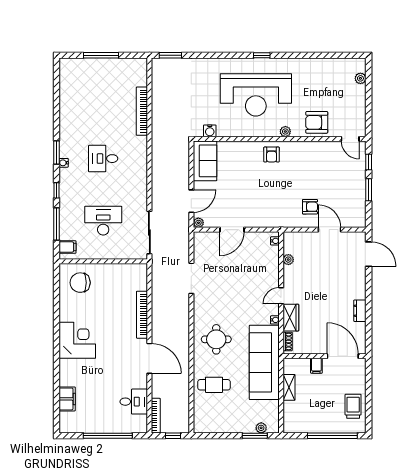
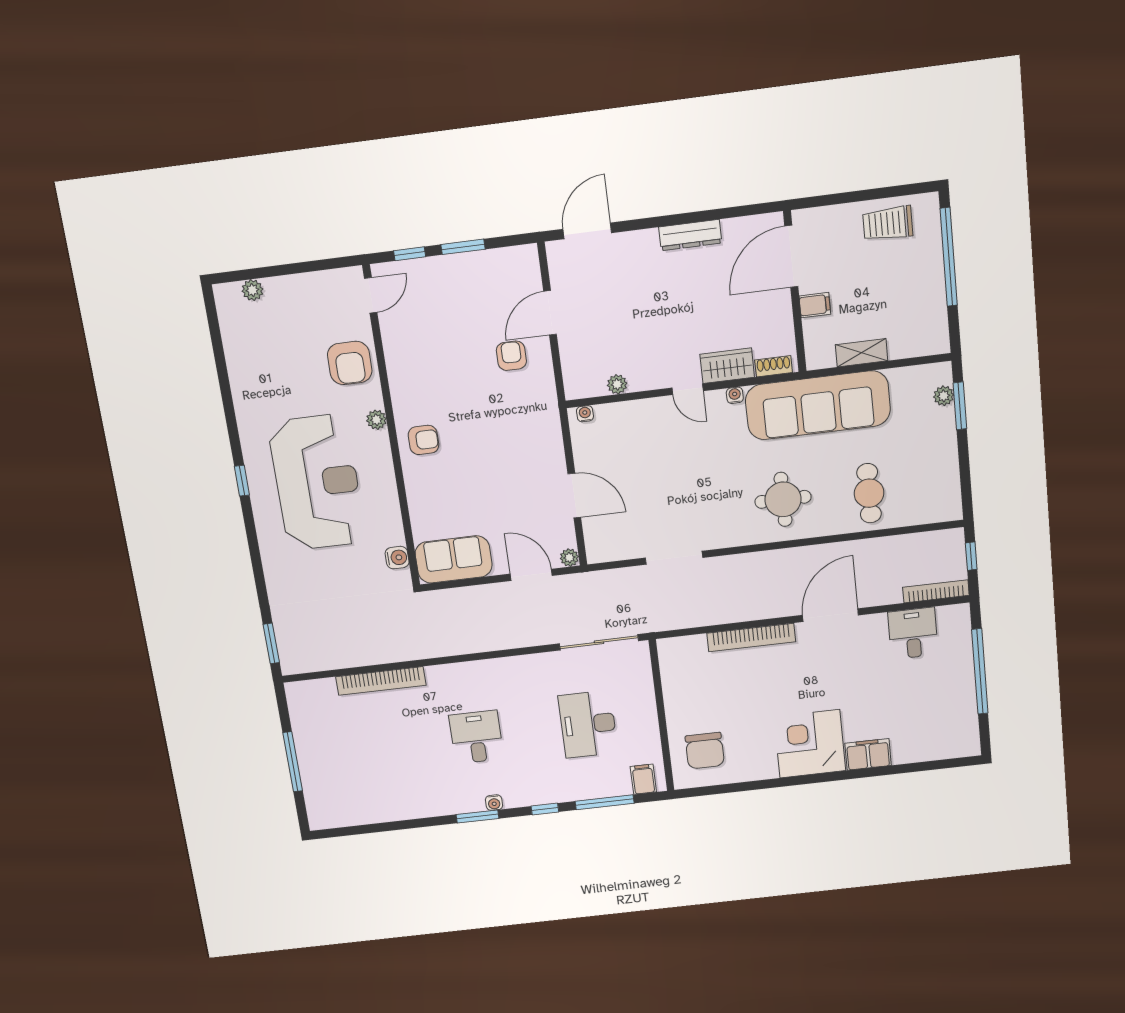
desk: (103, 159) -> (476, 737), turned 180
dresser: (360, 311) -> (690, 235), width x1.44
filing cabinet: (67, 399) -> (868, 754), moved

